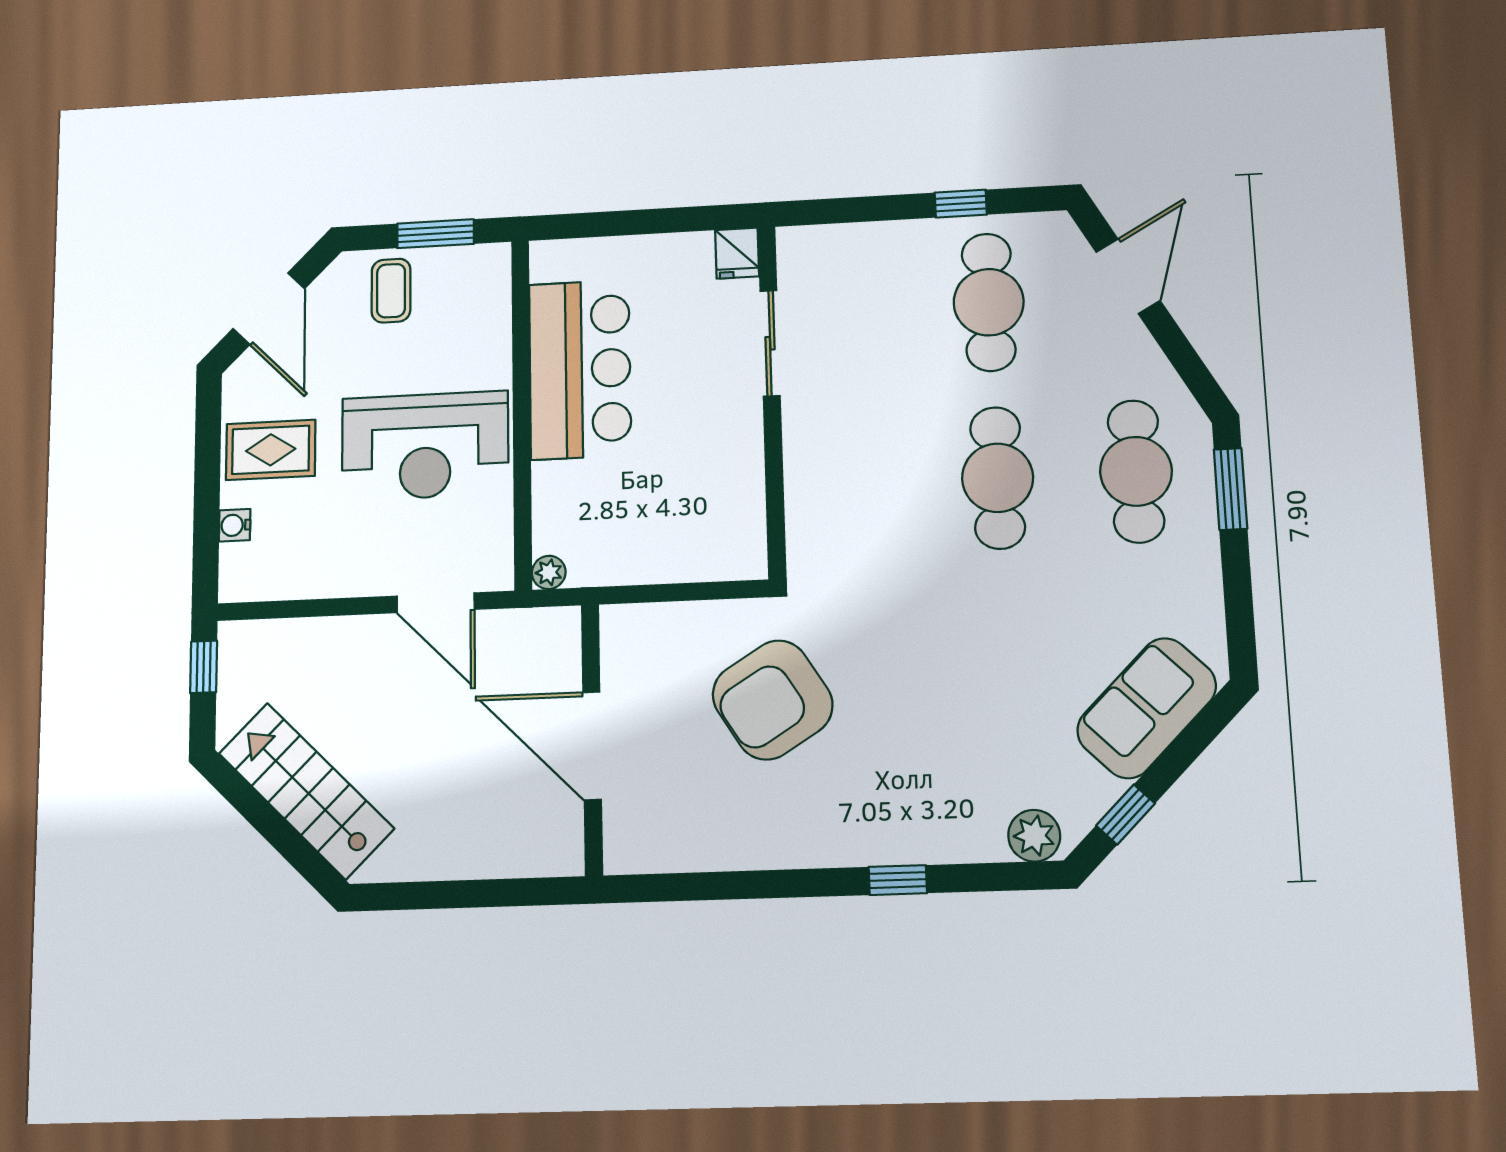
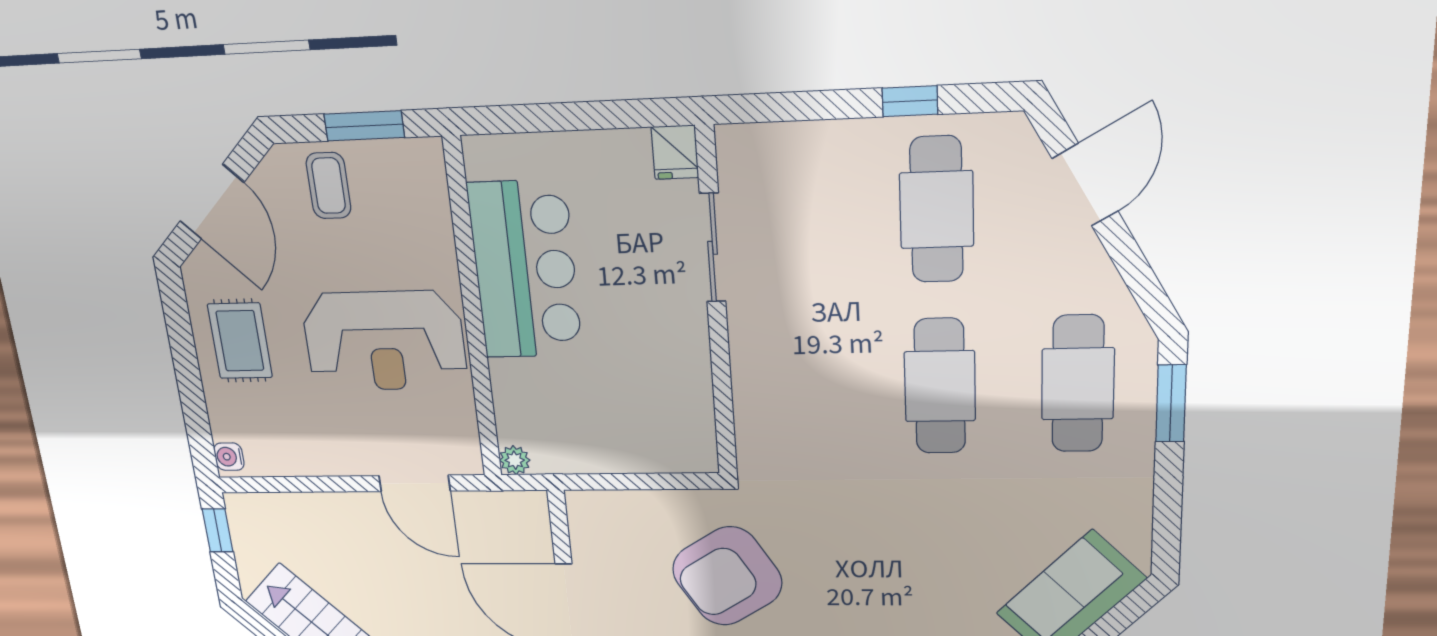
rug: (271, 450) -> (240, 341), turned 90
water cooler: (235, 525) -> (229, 457), moved

